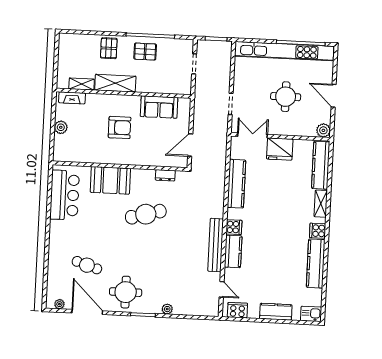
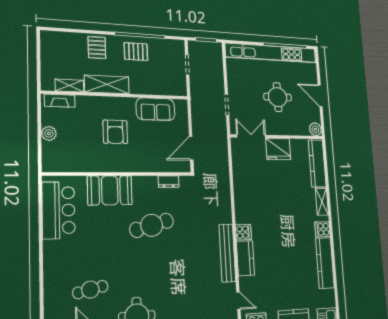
armchair: (120, 127) -> (115, 132), turned 90
kitchen counter: (236, 184) -> (241, 186), removed
cafe table: (87, 265) -> (90, 290), turned -30

